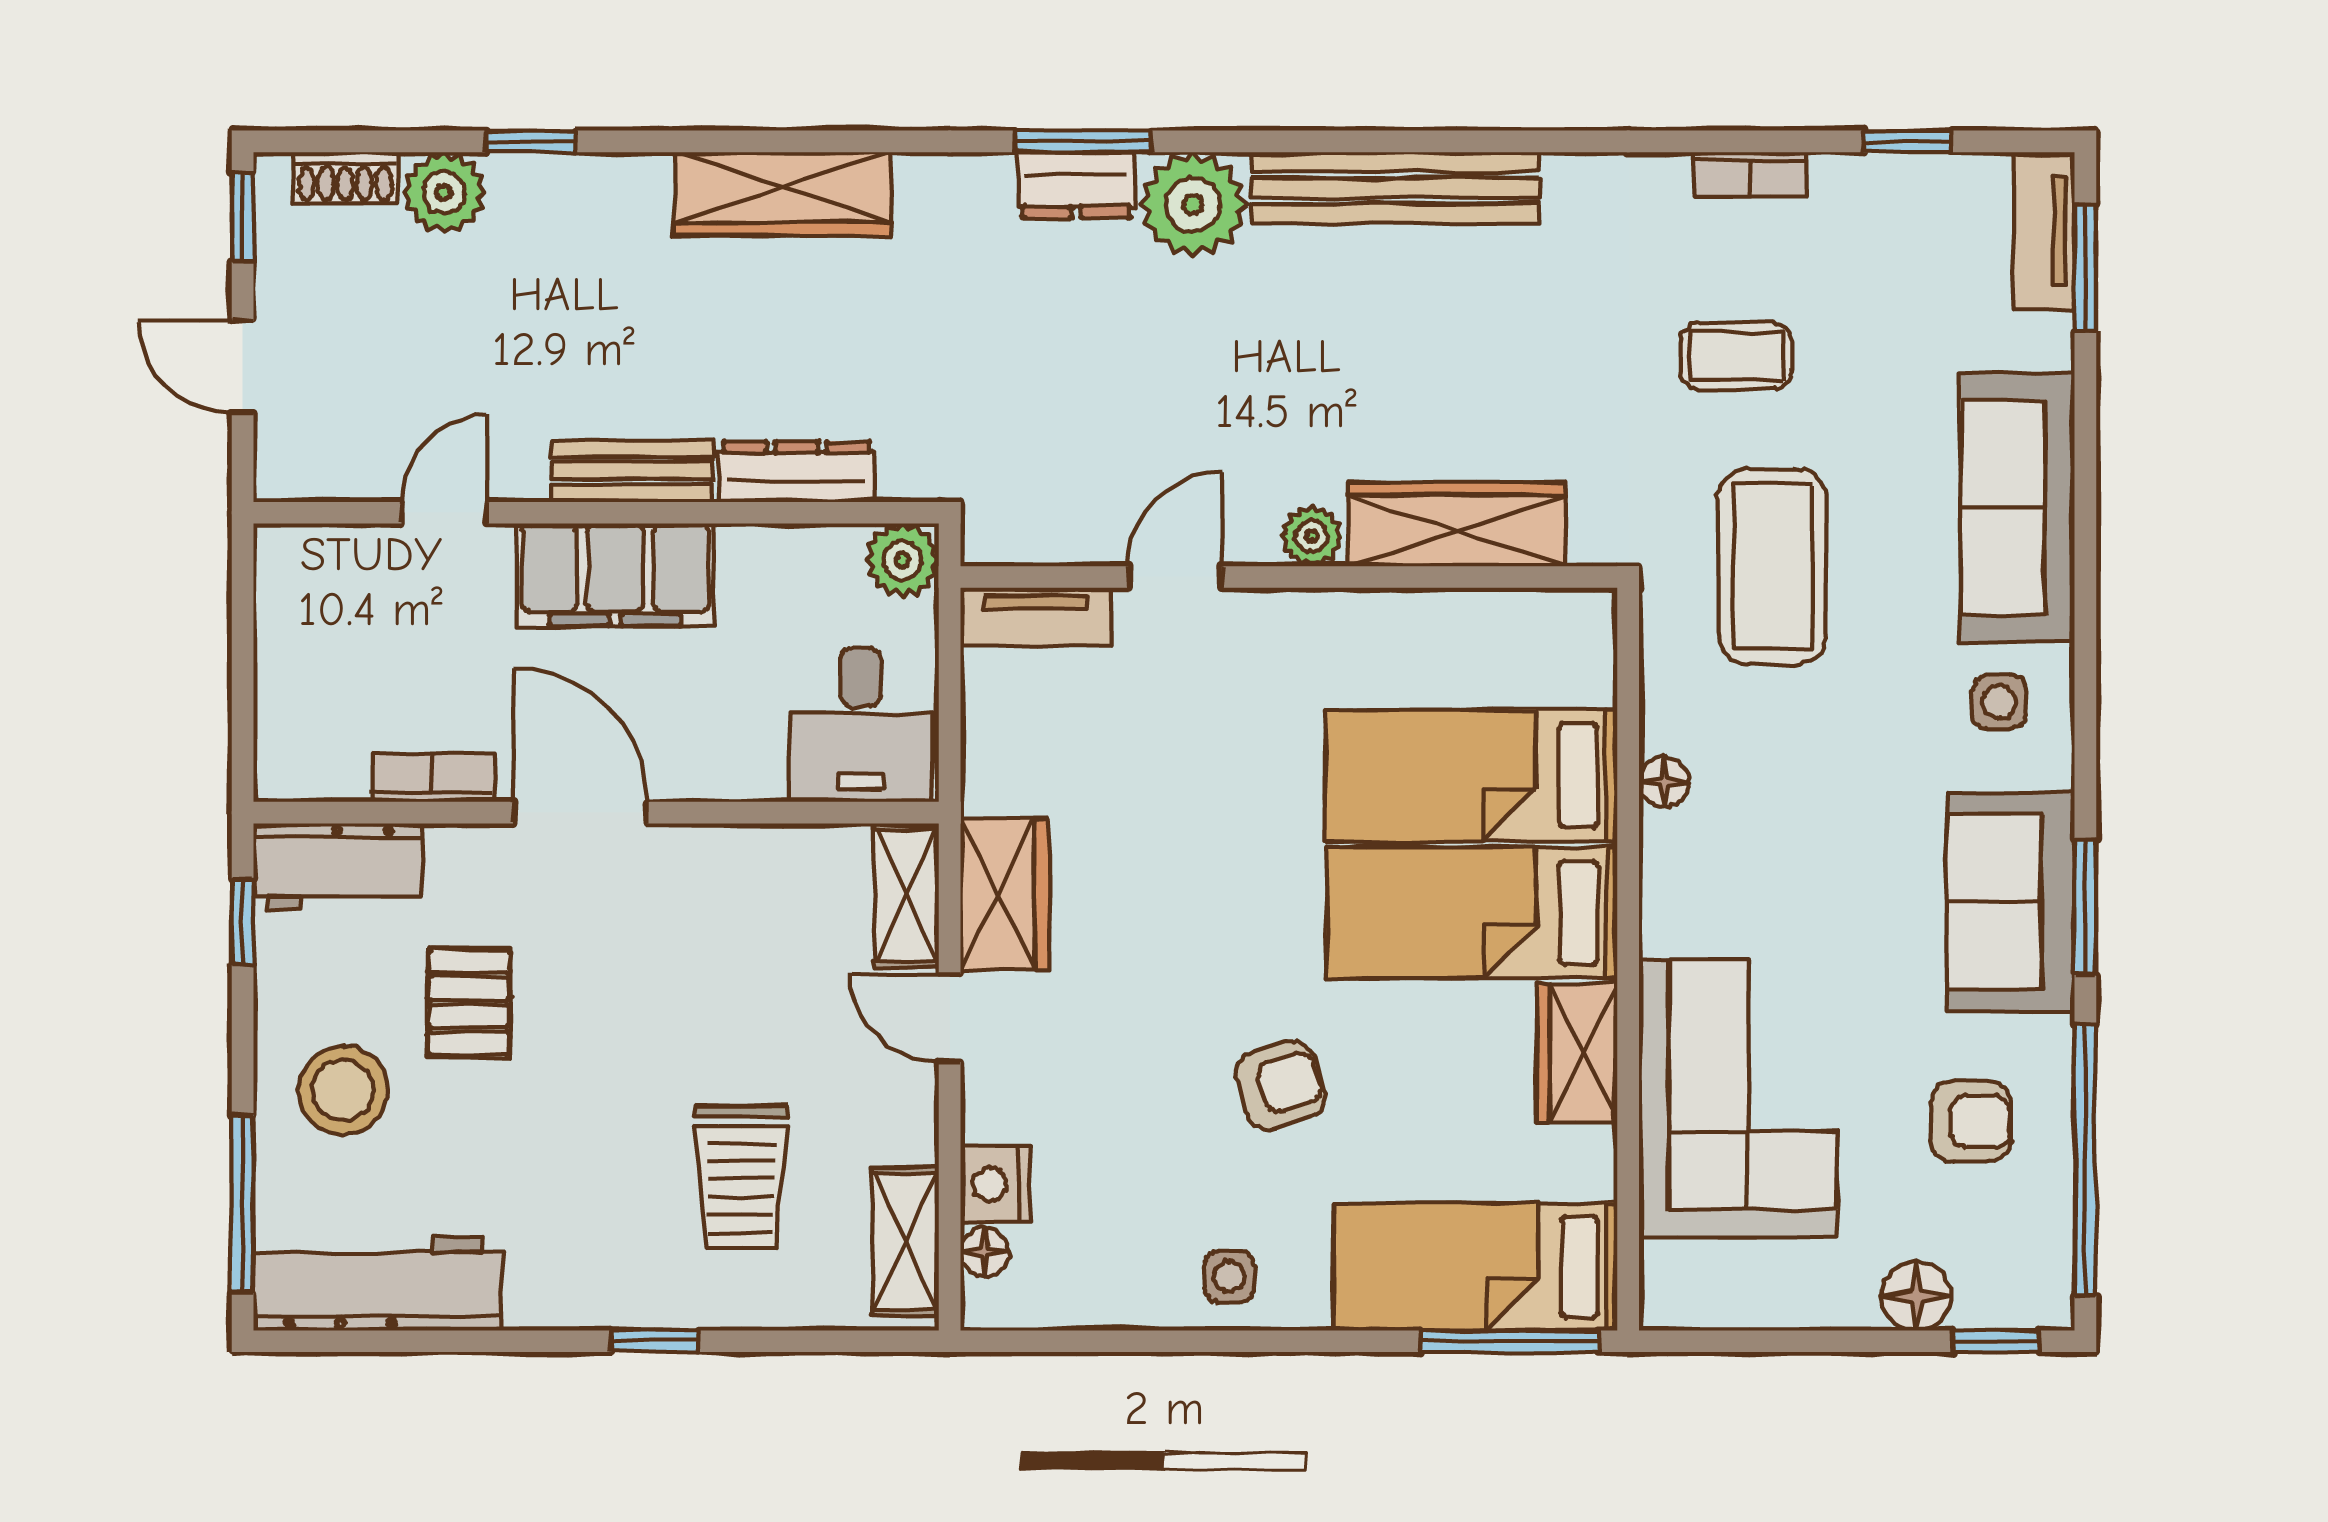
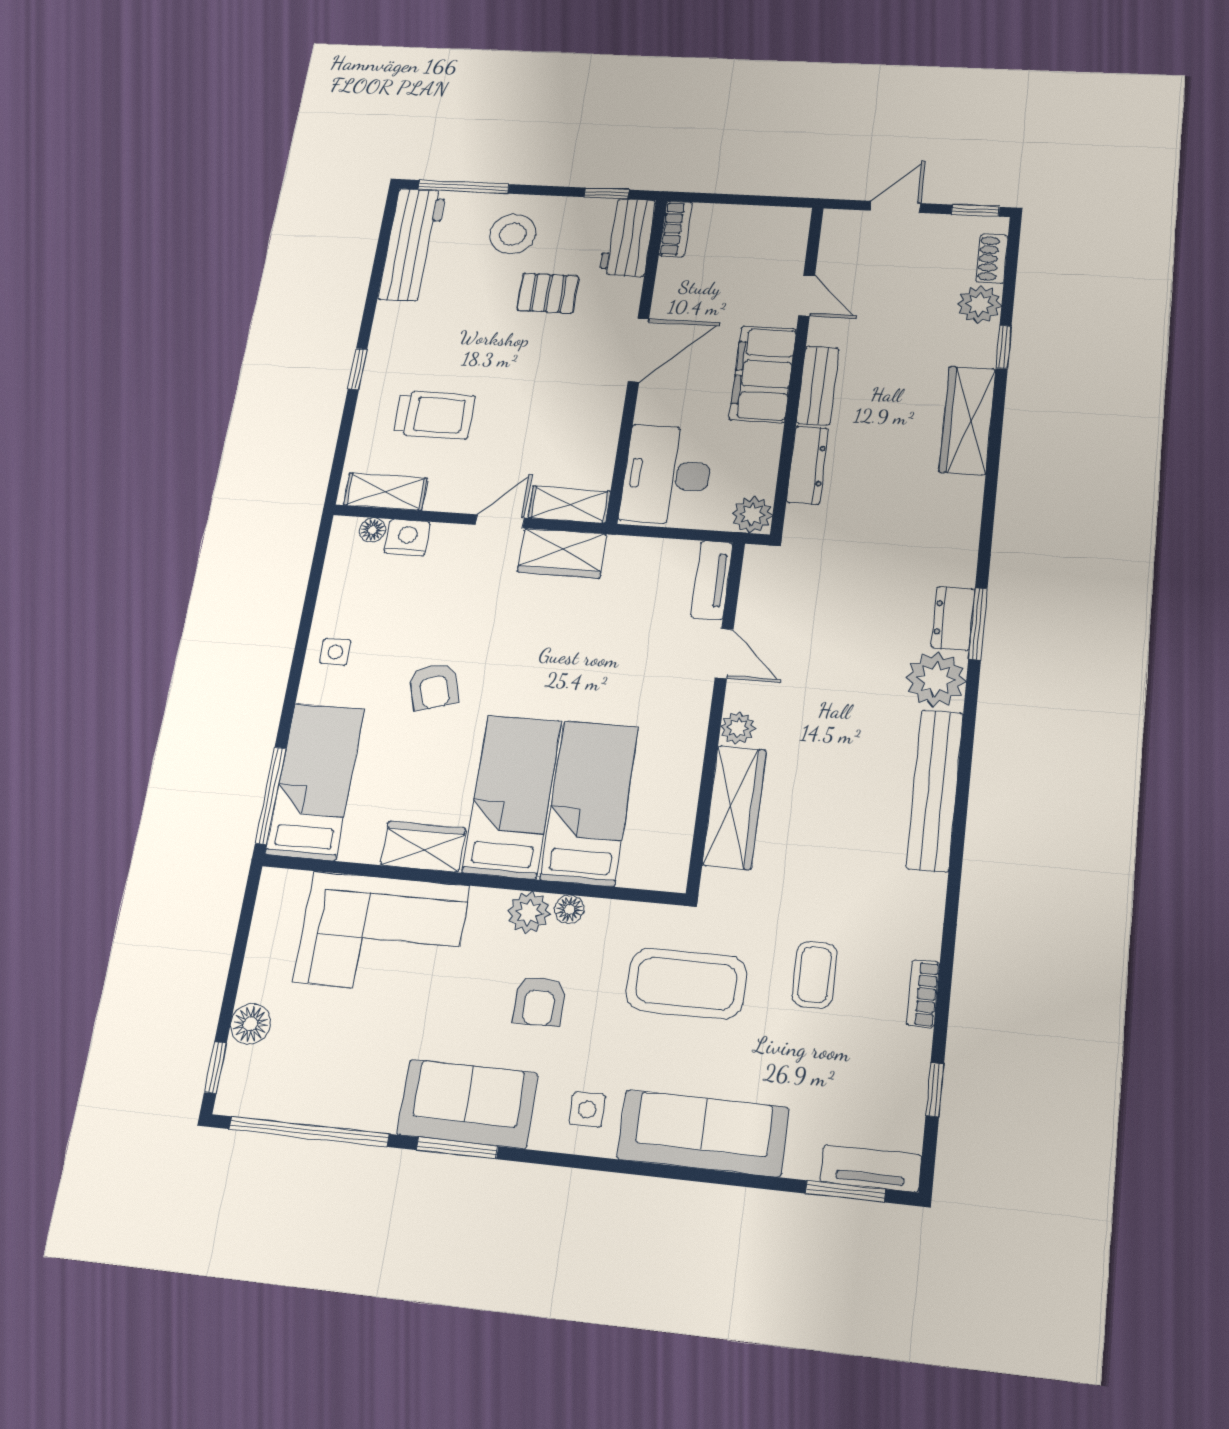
wardrobe: (783, 194) -> (967, 420), moved
desk: (860, 725) -> (667, 475), width x1.37
bookcase: (432, 778) -> (676, 229), moved
plant: (1676, 850) -> (529, 912), added
armchair: (1971, 1122) -> (539, 1001), moved
trolley: (741, 1177) -> (434, 415), turned 180

